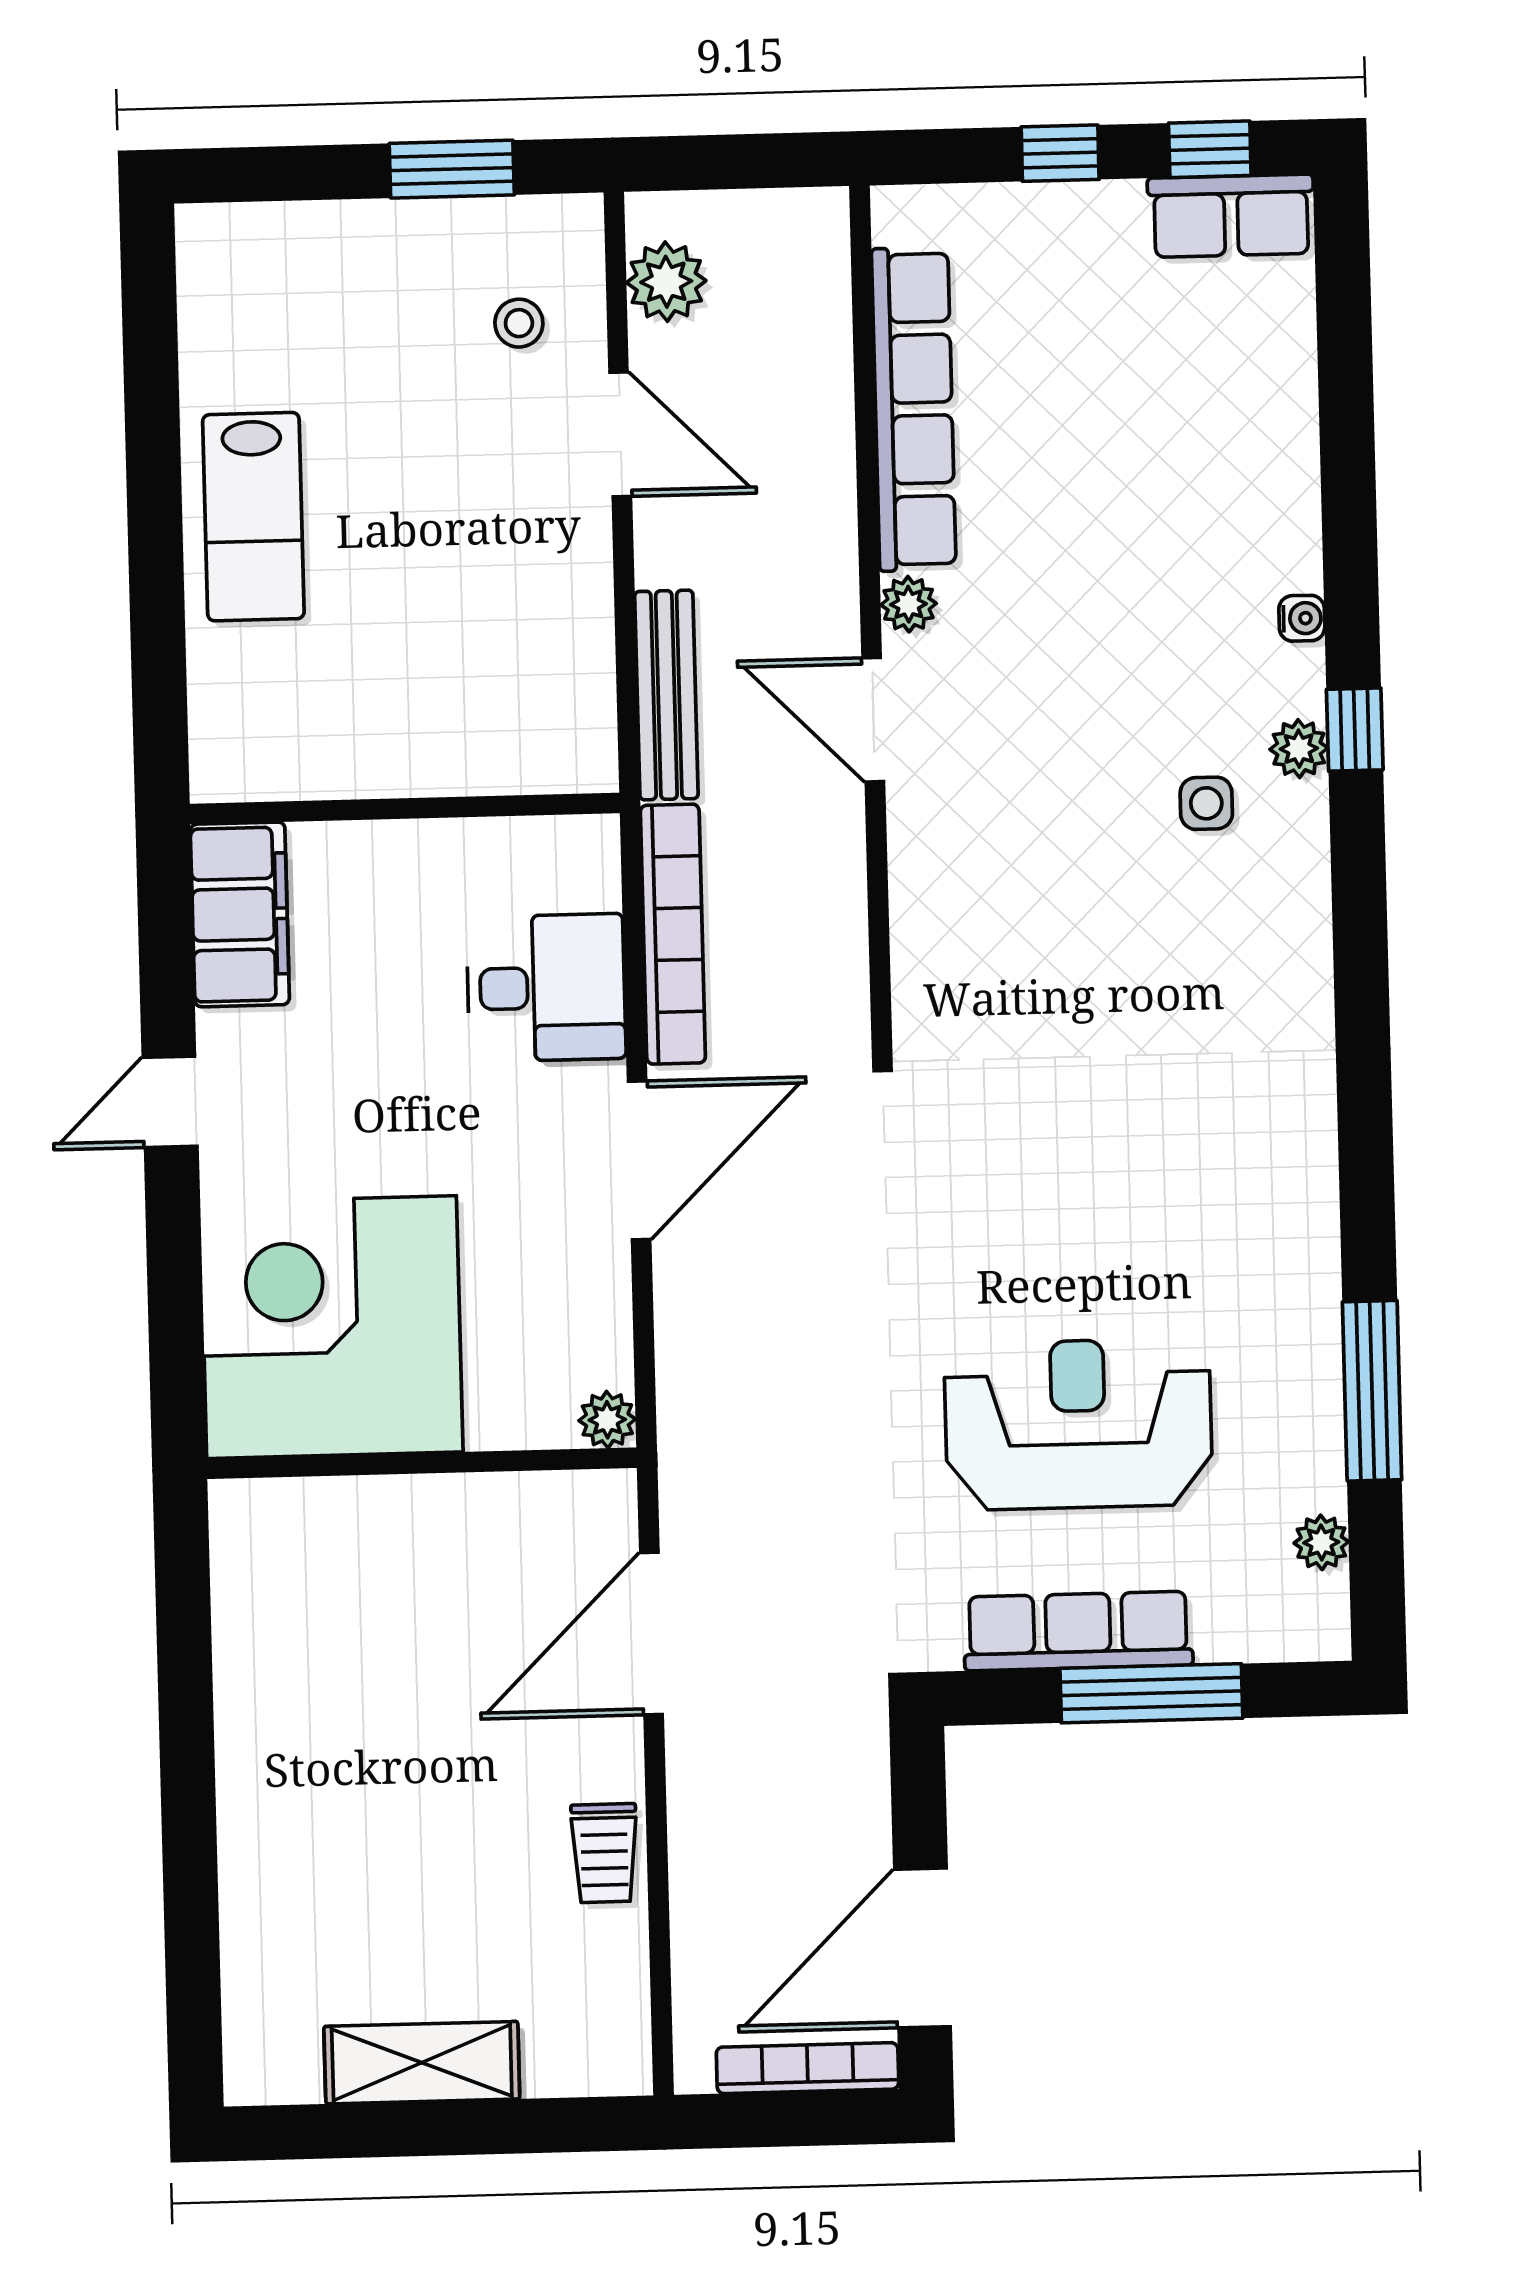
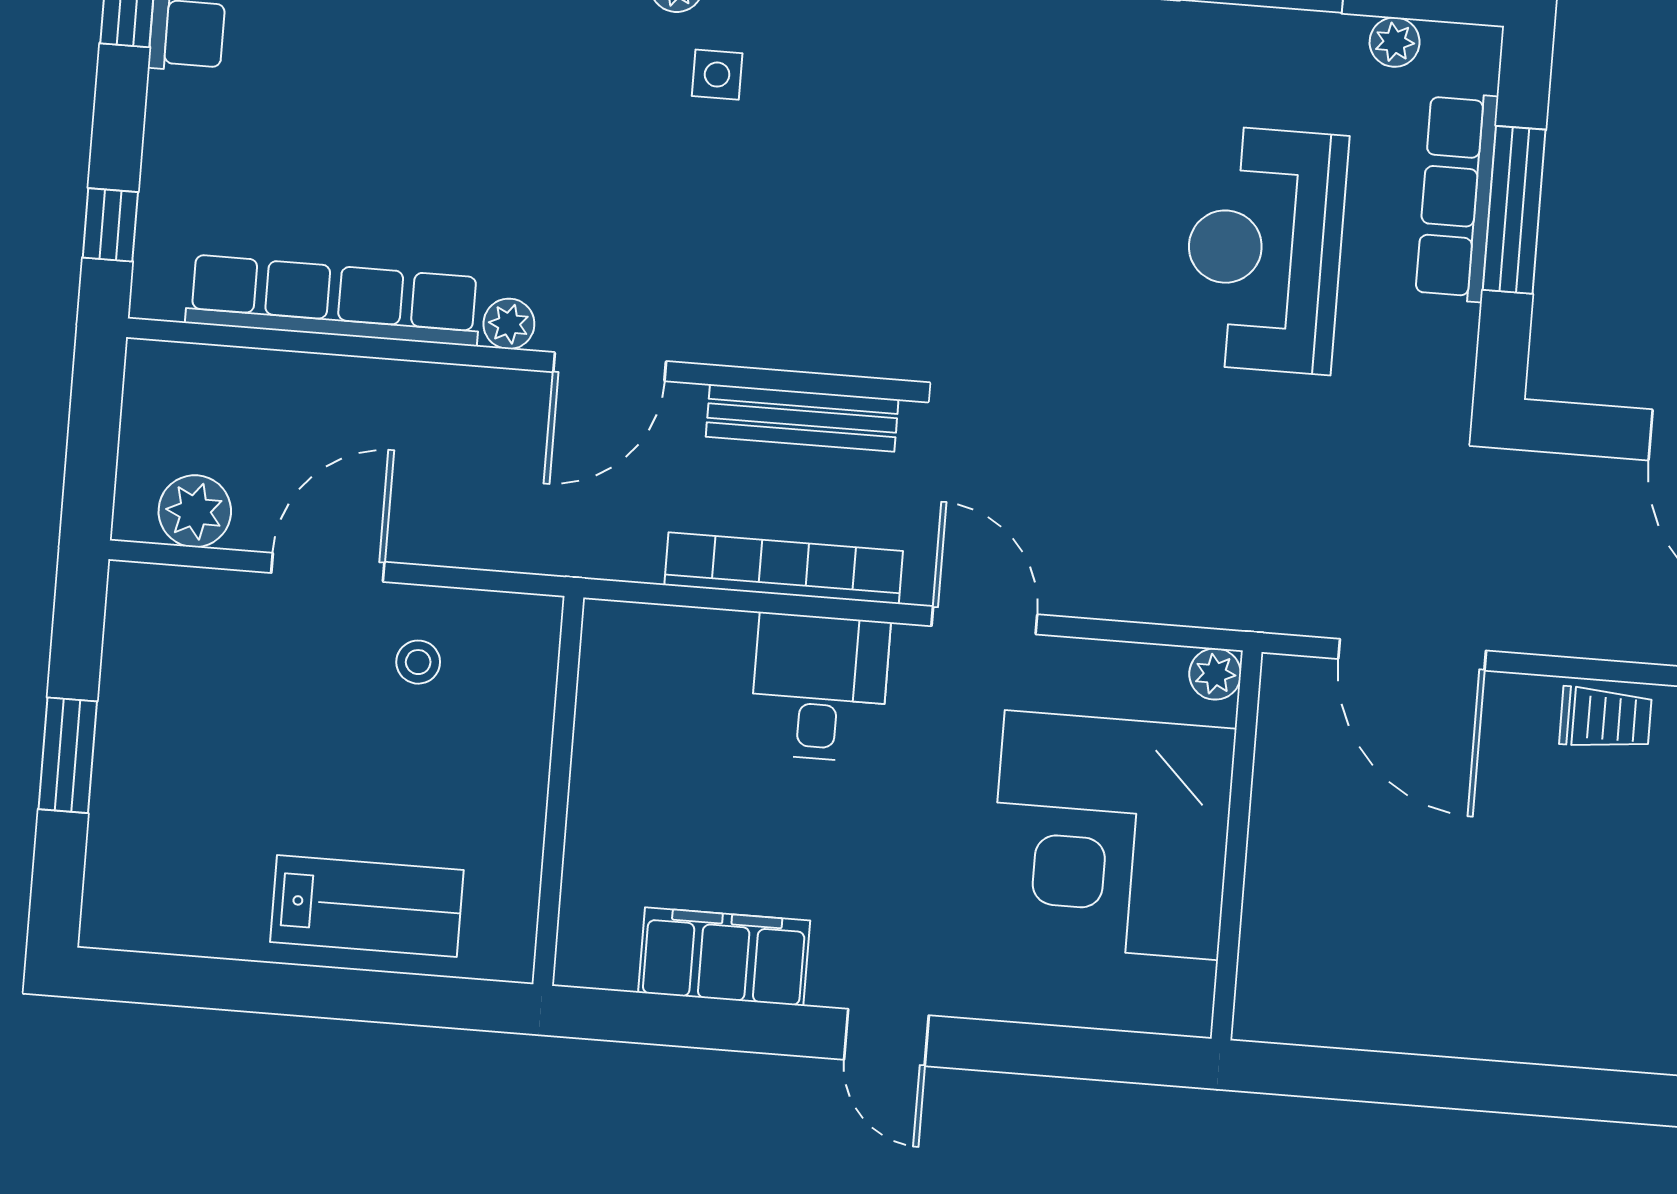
window: (1060, 153) -> (110, 225), moved
window: (452, 169) -> (68, 755), moved
stool: (519, 323) -> (418, 662), moved
bench: (666, 695) -> (802, 418), moved
wall: (405, 809) -> (558, 791), moved
door: (639, 1160) -> (984, 620), width x0.73
corner desk: (332, 1327) -> (1111, 835), moved
row of seats: (1078, 1631) -> (1457, 197), moved

